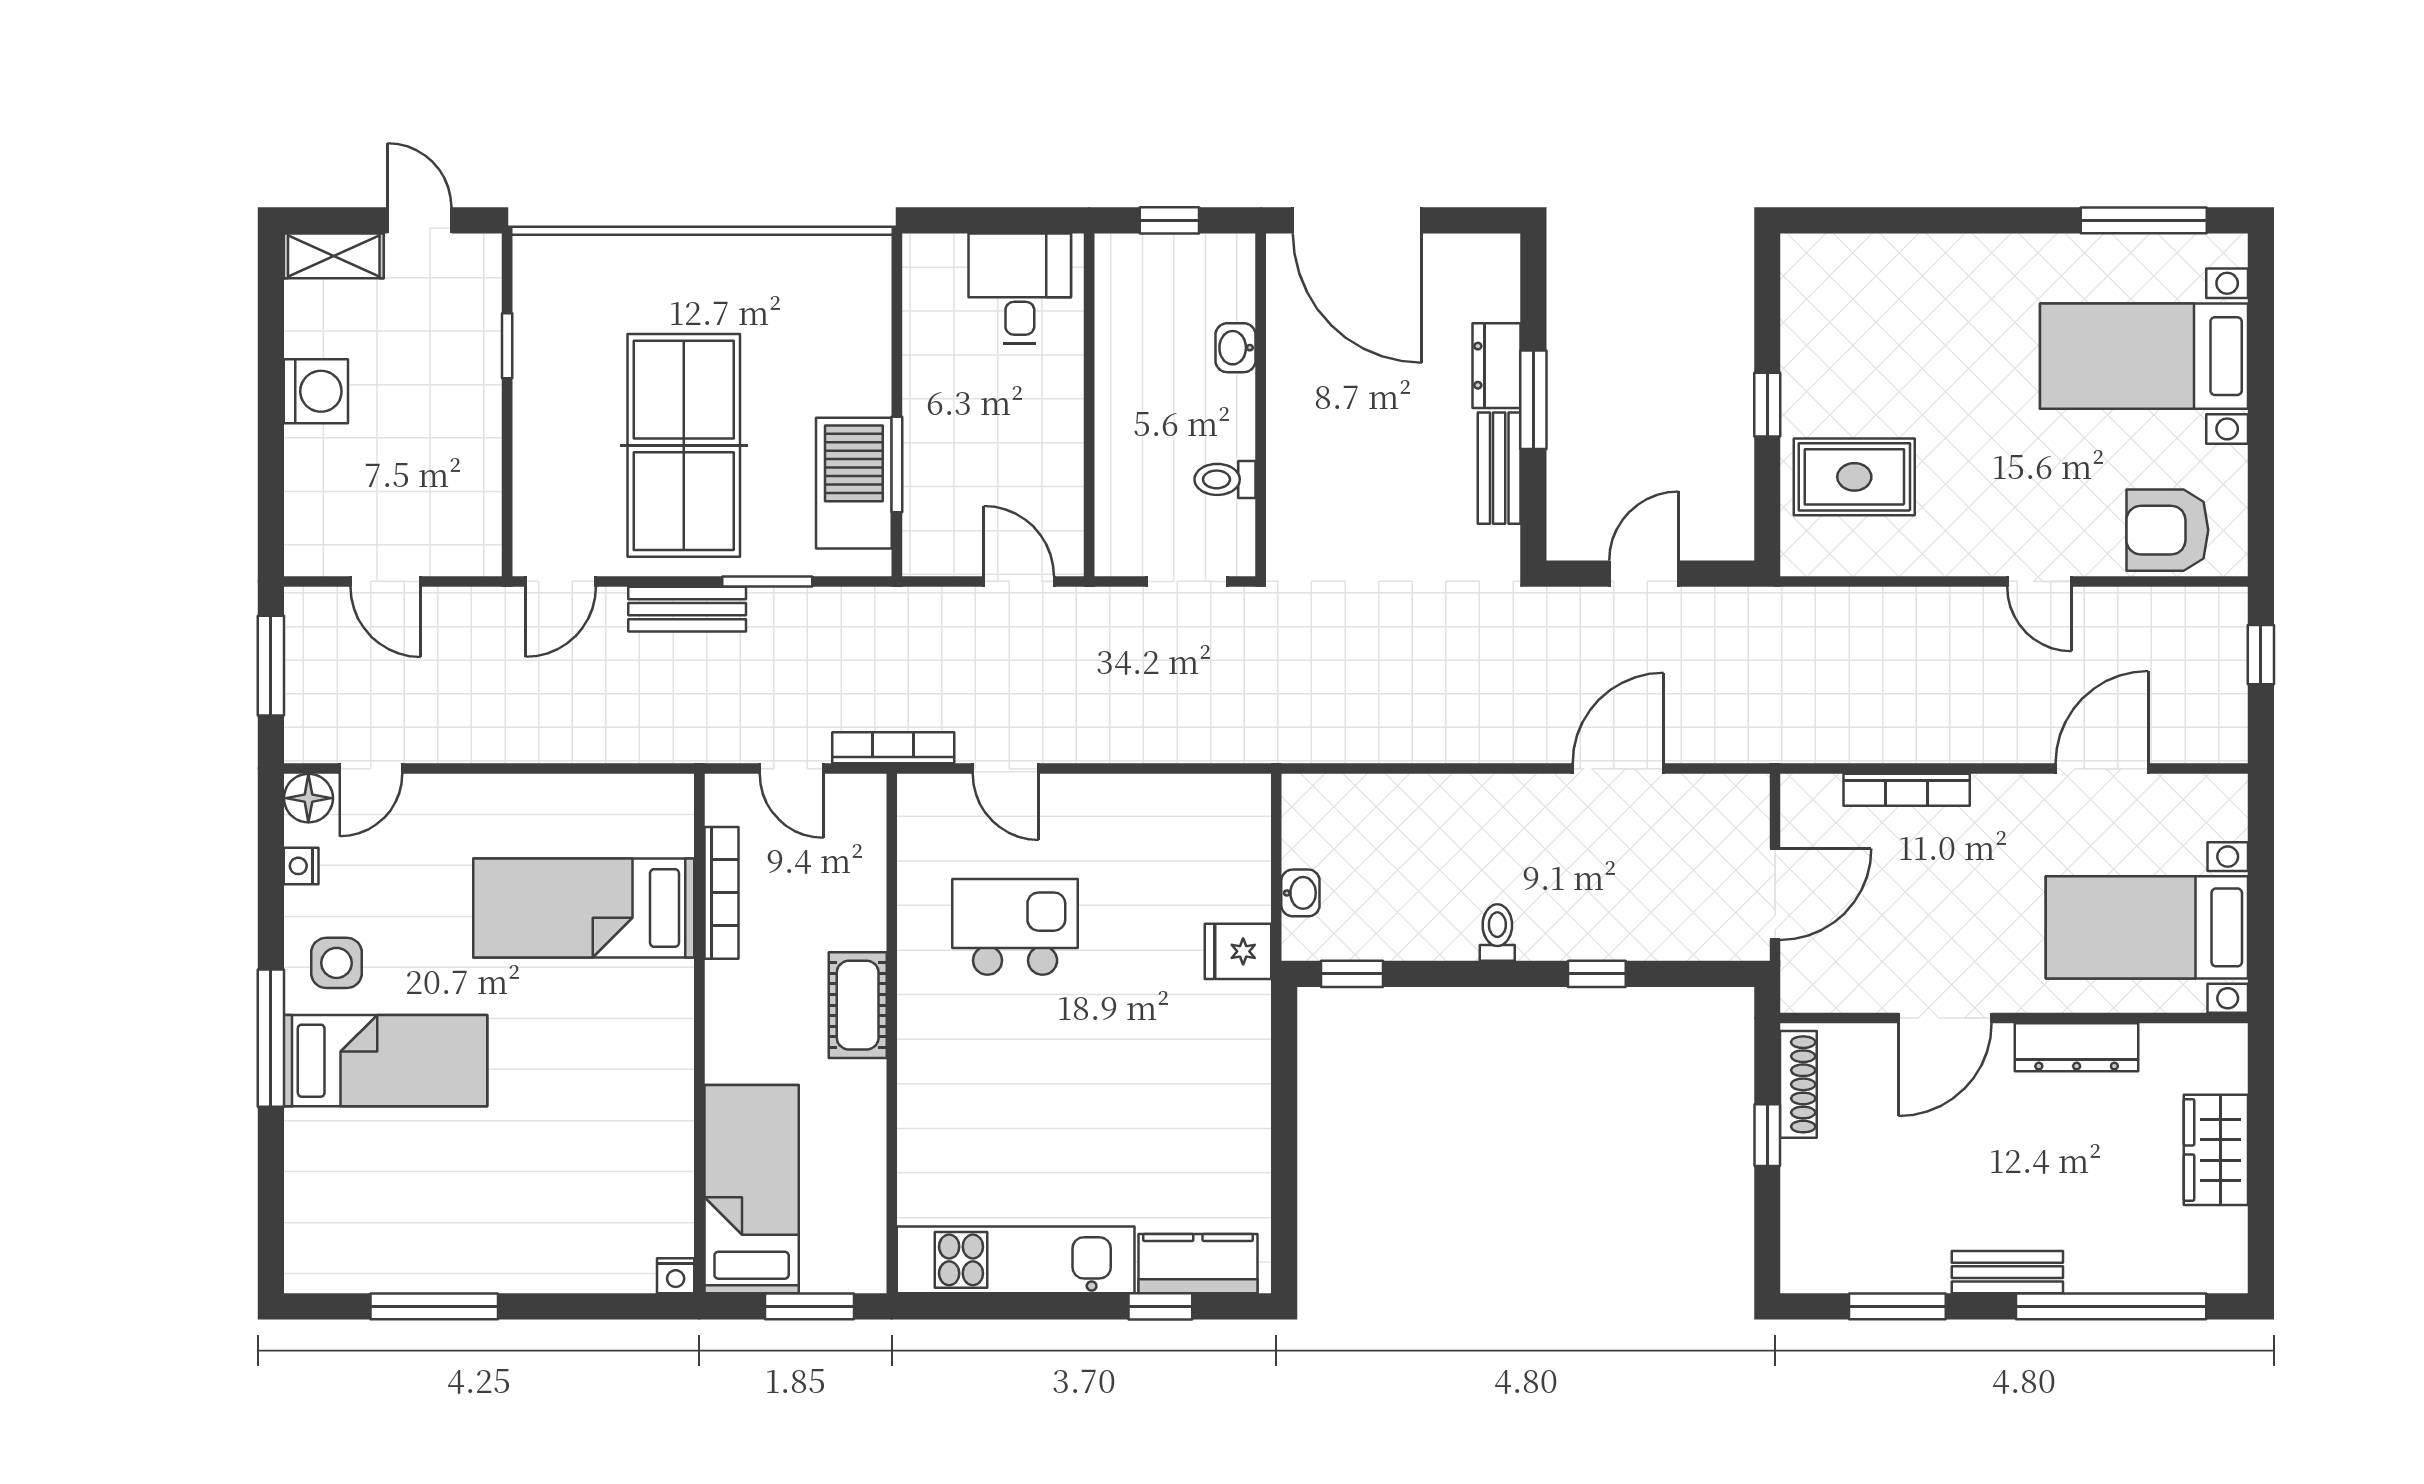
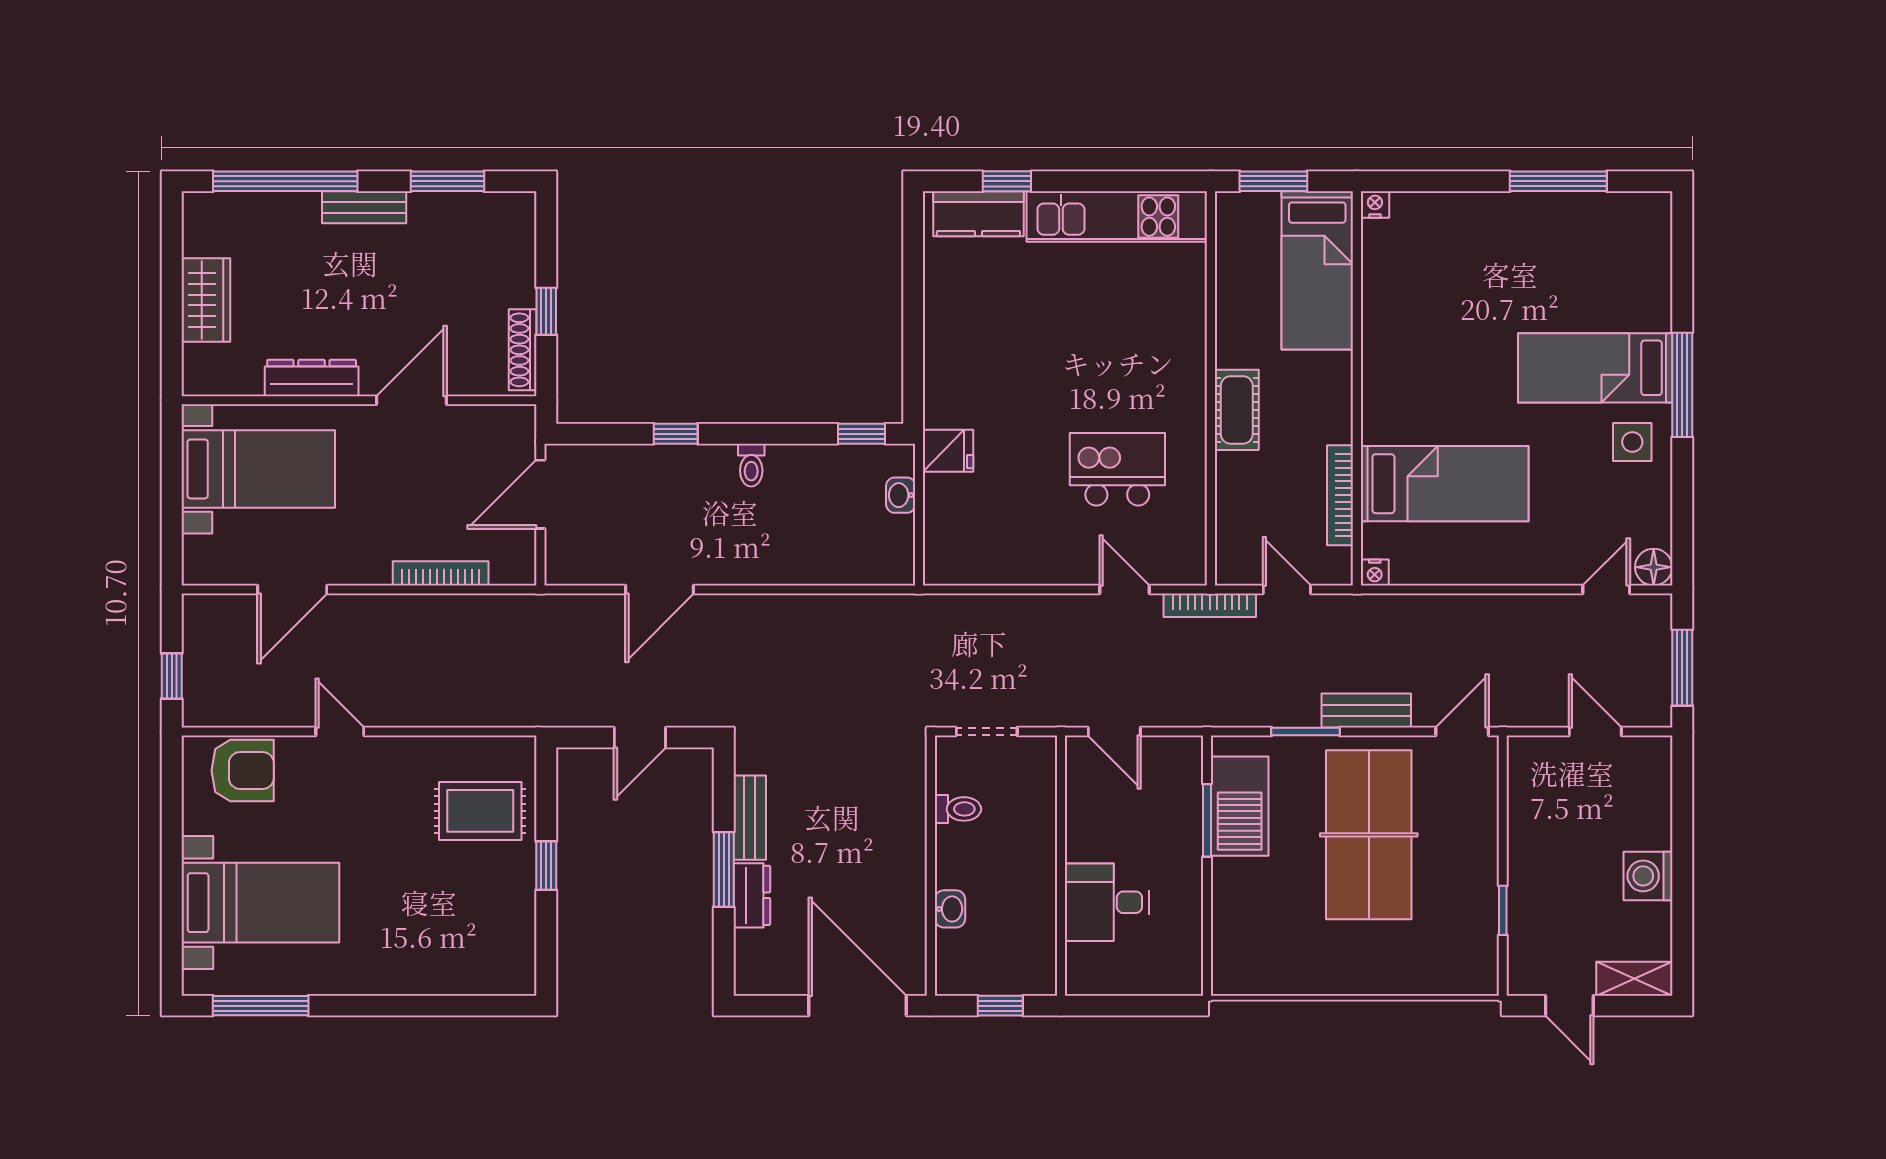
desk: (1020, 288) -> (1107, 902), moved, turned 90
nightstand: (301, 866) -> (1375, 572), moved, turned 90
kitchen island: (1015, 927) -> (1117, 469), turned 180

